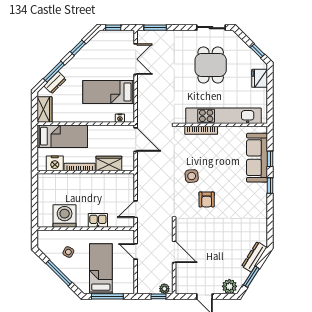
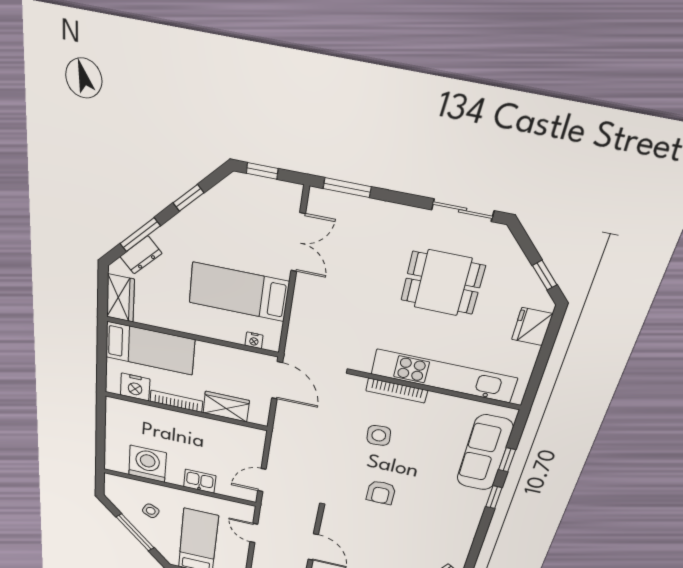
dining table: (211, 65) -> (443, 283), turned 90
side table: (192, 176) -> (379, 435), moved

